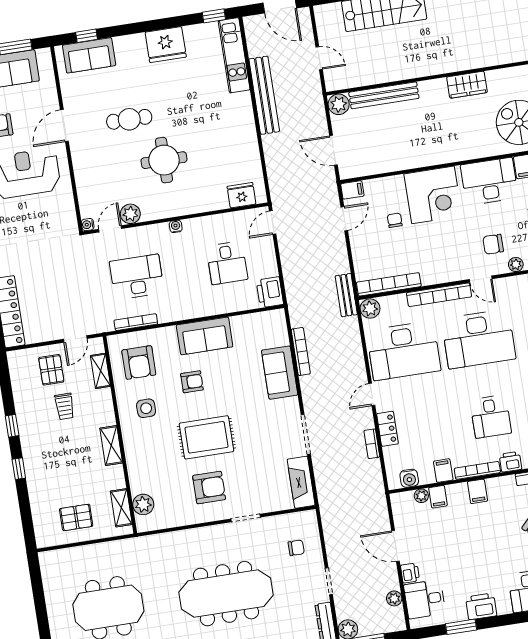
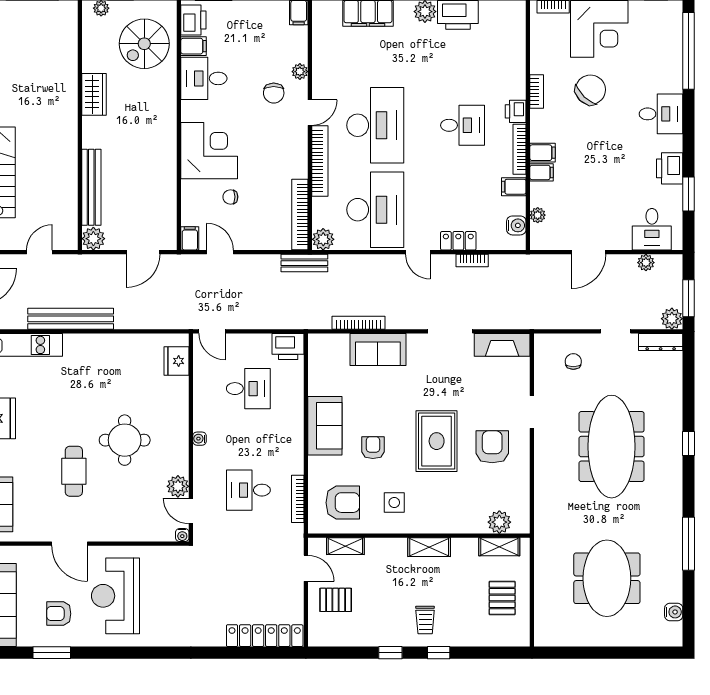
desk: (489, 181) -> (204, 78), width x0.73
desk: (137, 277) -> (248, 490), width x0.73
trolley: (65, 406) -> (425, 620), moved, turned 90
filing cabinet: (438, 497) -> (542, 172), moved
printer: (410, 573) -> (621, 241), removed

